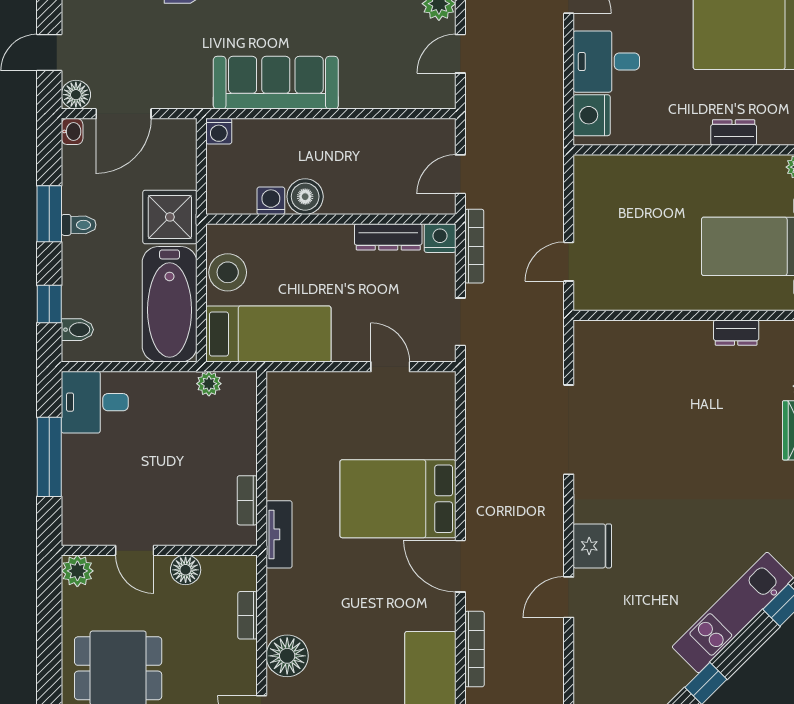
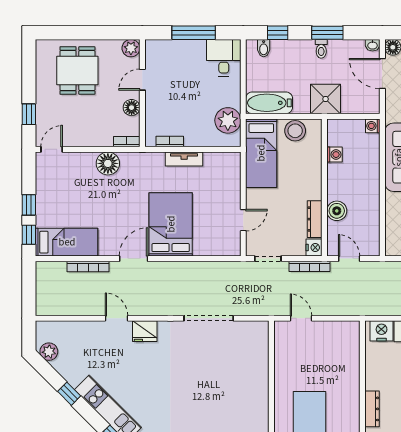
dresser: (734, 133) -> (372, 409), width x1.44
boiler: (305, 197) -> (337, 211), moved
bathtub: (170, 304) -> (269, 103), width x0.73, depth x0.73
dresser: (736, 333) -> (262, 410), removed
plant: (209, 384) -> (228, 120), width x1.88, depth x1.88
tv unit: (279, 534) -> (184, 159), moved
bookcase: (247, 615) -> (127, 142), moved
floor lamp: (287, 656) -> (108, 163), moved

